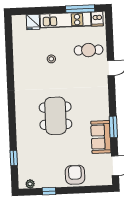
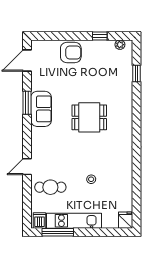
fridge: (33, 22) -> (126, 220), moved
dining table: (56, 116) -> (89, 117), width x0.73
sofa: (101, 137) -> (41, 109), moved
armchair: (75, 175) -> (71, 52), turned -90

